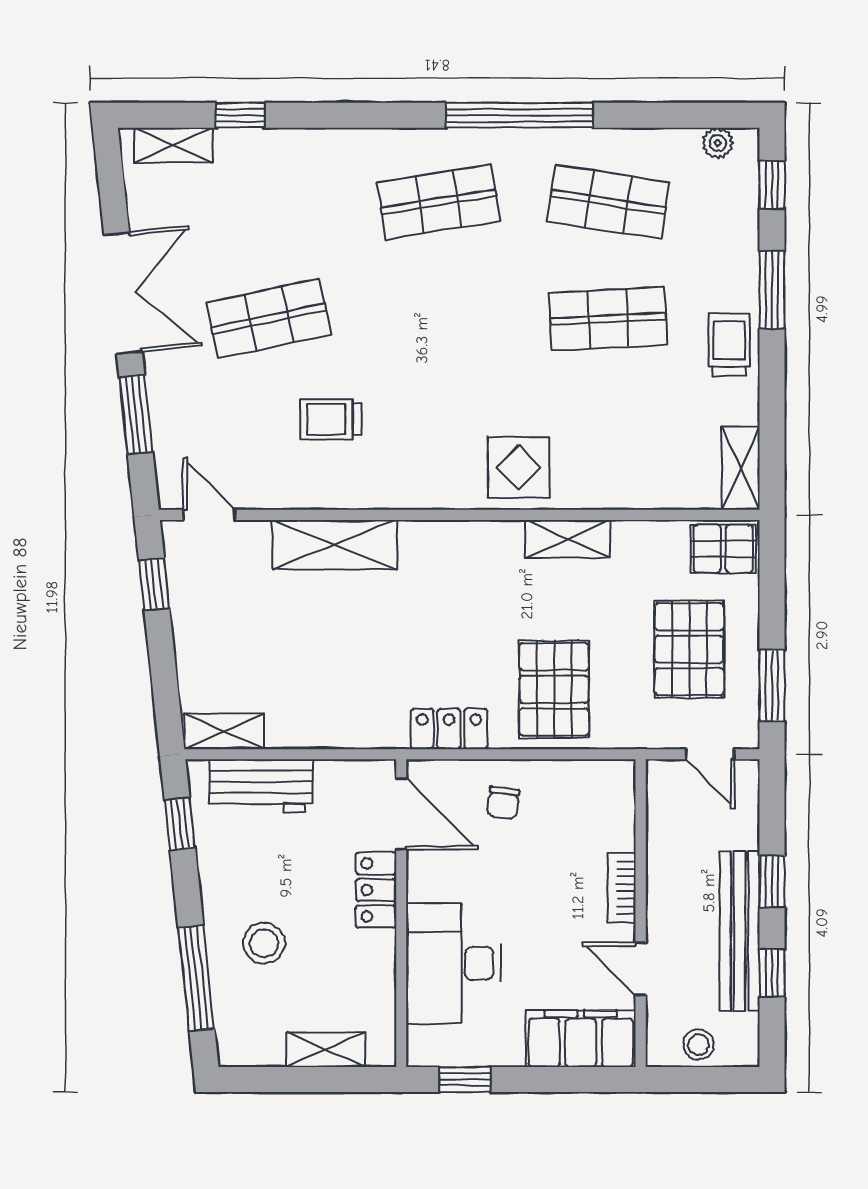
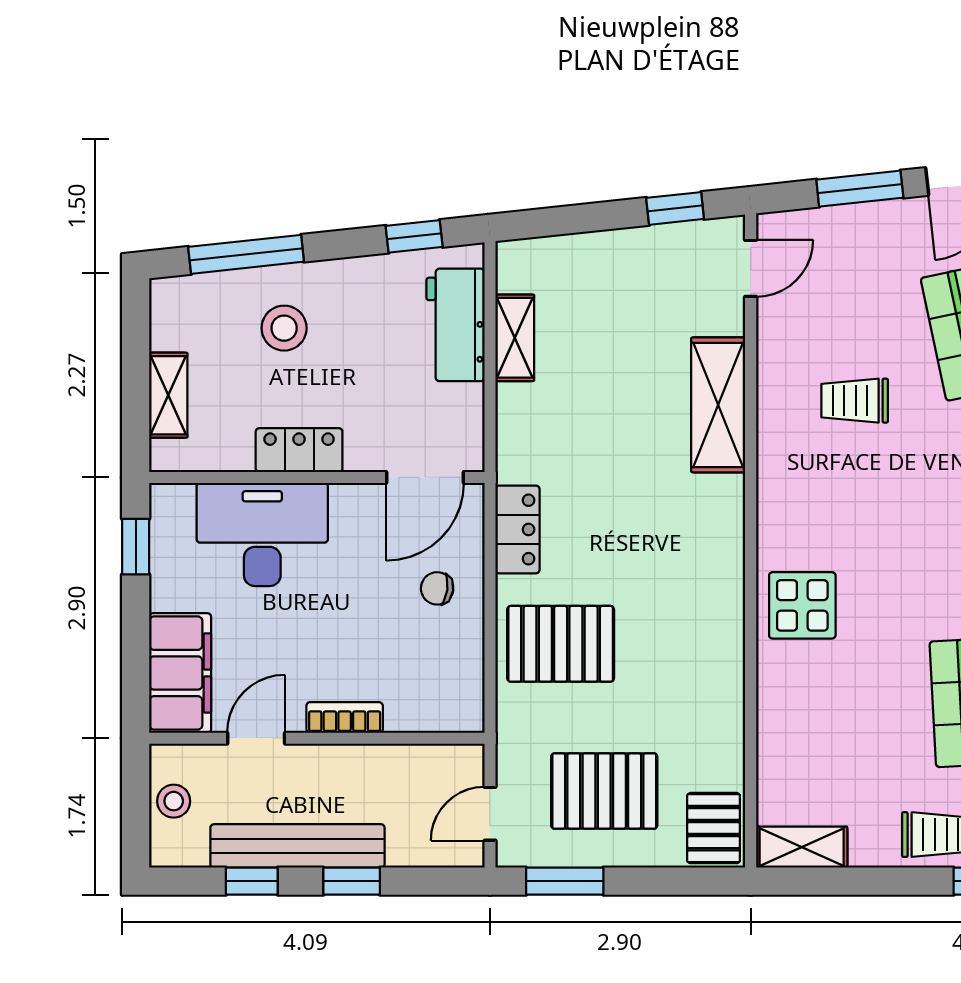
trolley: (331, 419) -> (855, 401), turned -90
shelving: (568, 539) -> (724, 659), removed
shelving: (224, 731) -> (515, 338), moved
locker: (376, 890) -> (299, 450), moved

